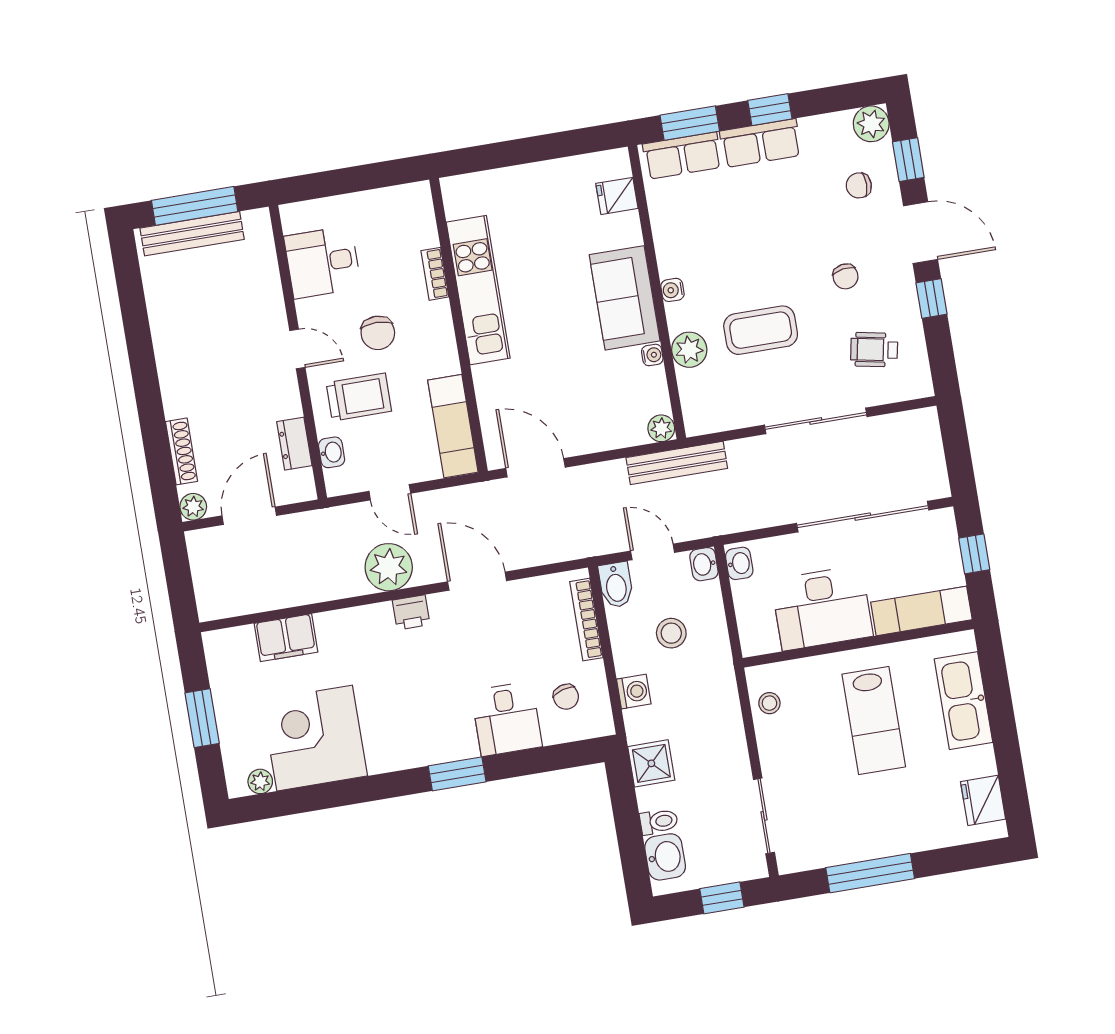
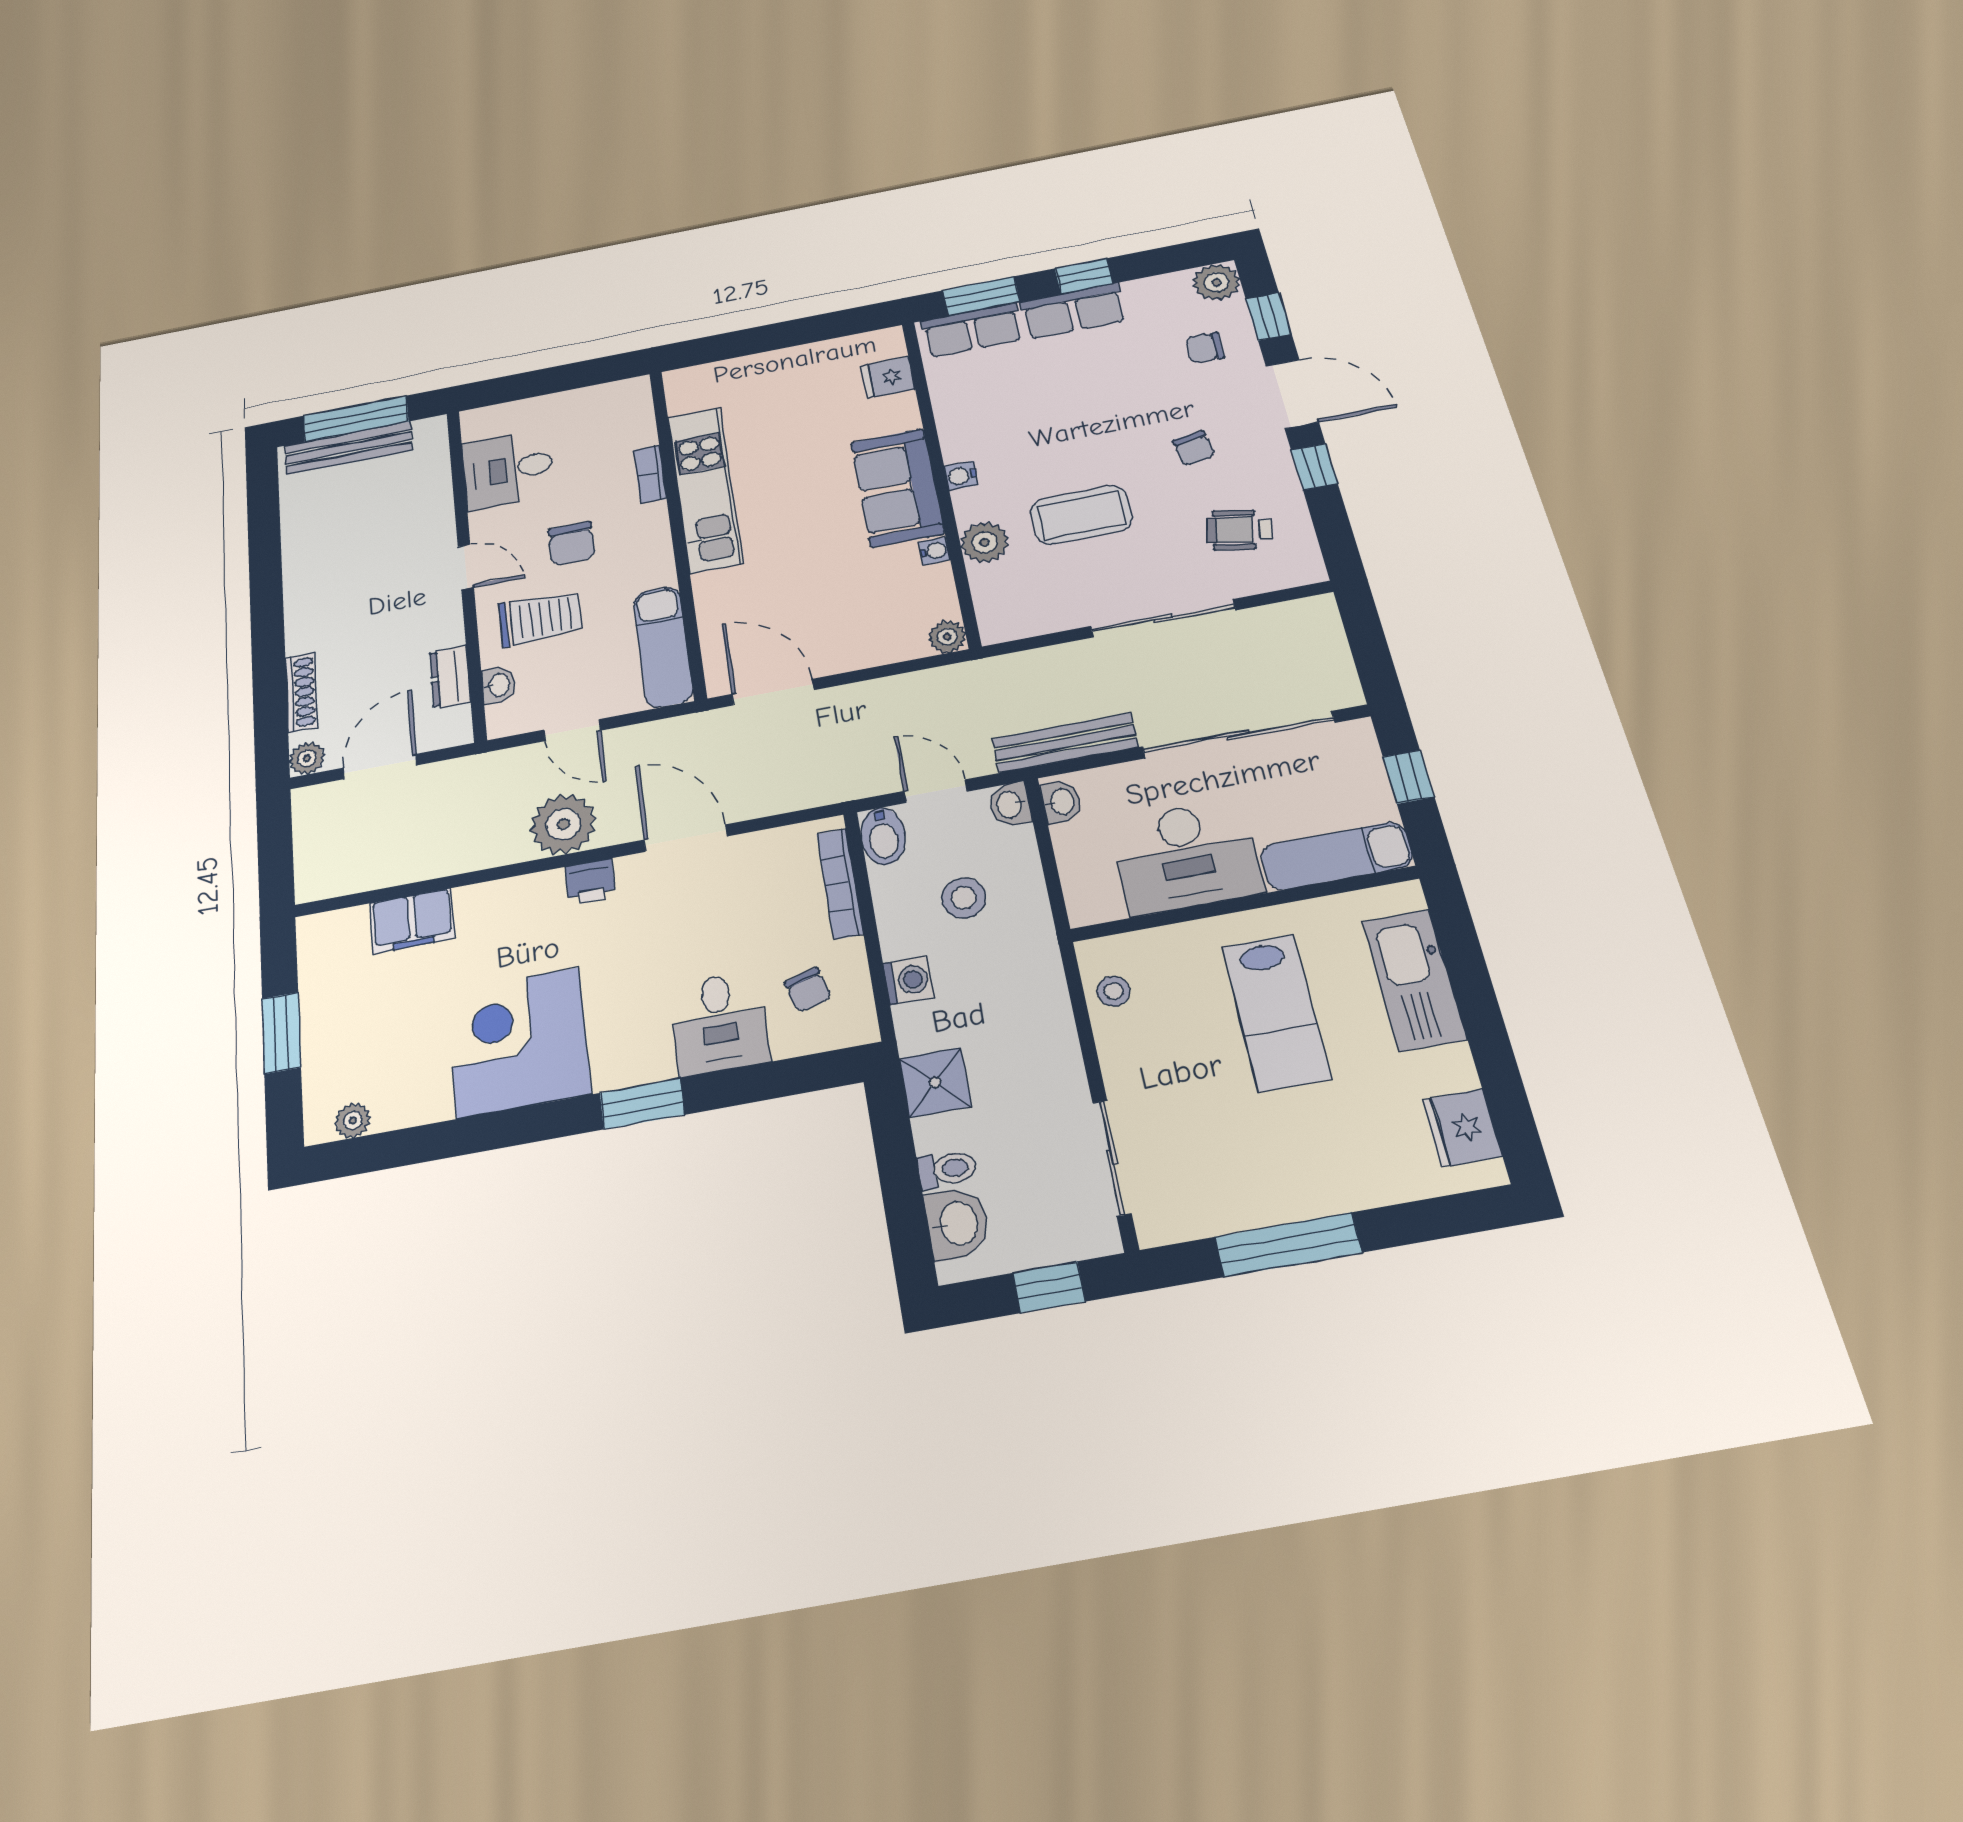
bench: (677, 463) -> (1065, 743), moved
corner desk: (315, 738) -> (518, 1042), moved

